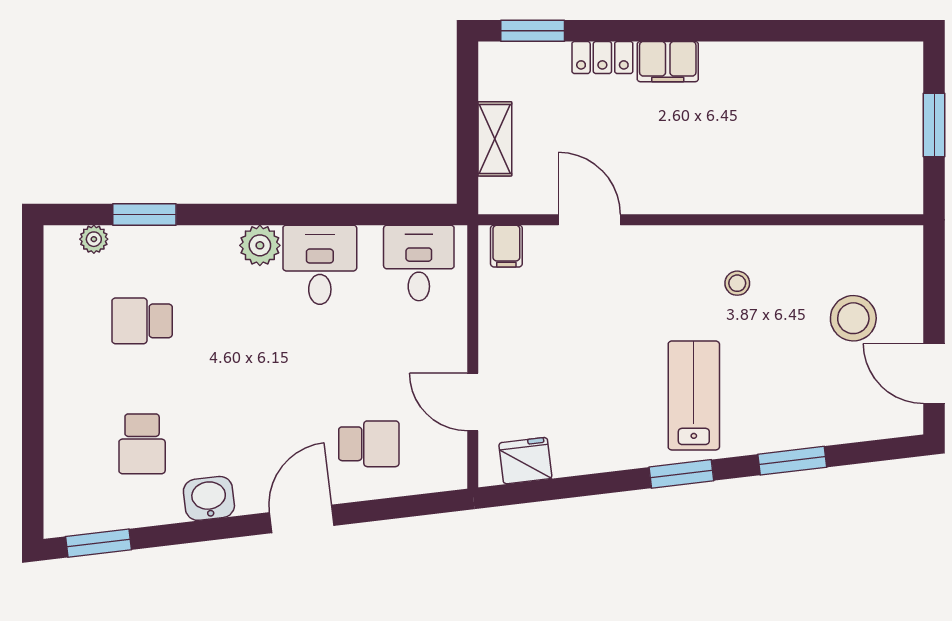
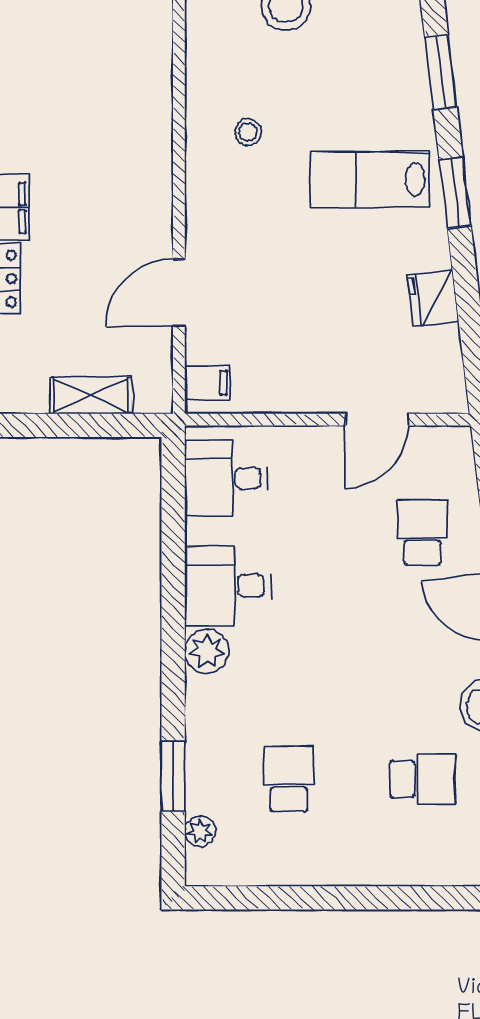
school desk: (142, 321) -> (289, 779), turned 180
fridge: (525, 461) -> (433, 298), moved

